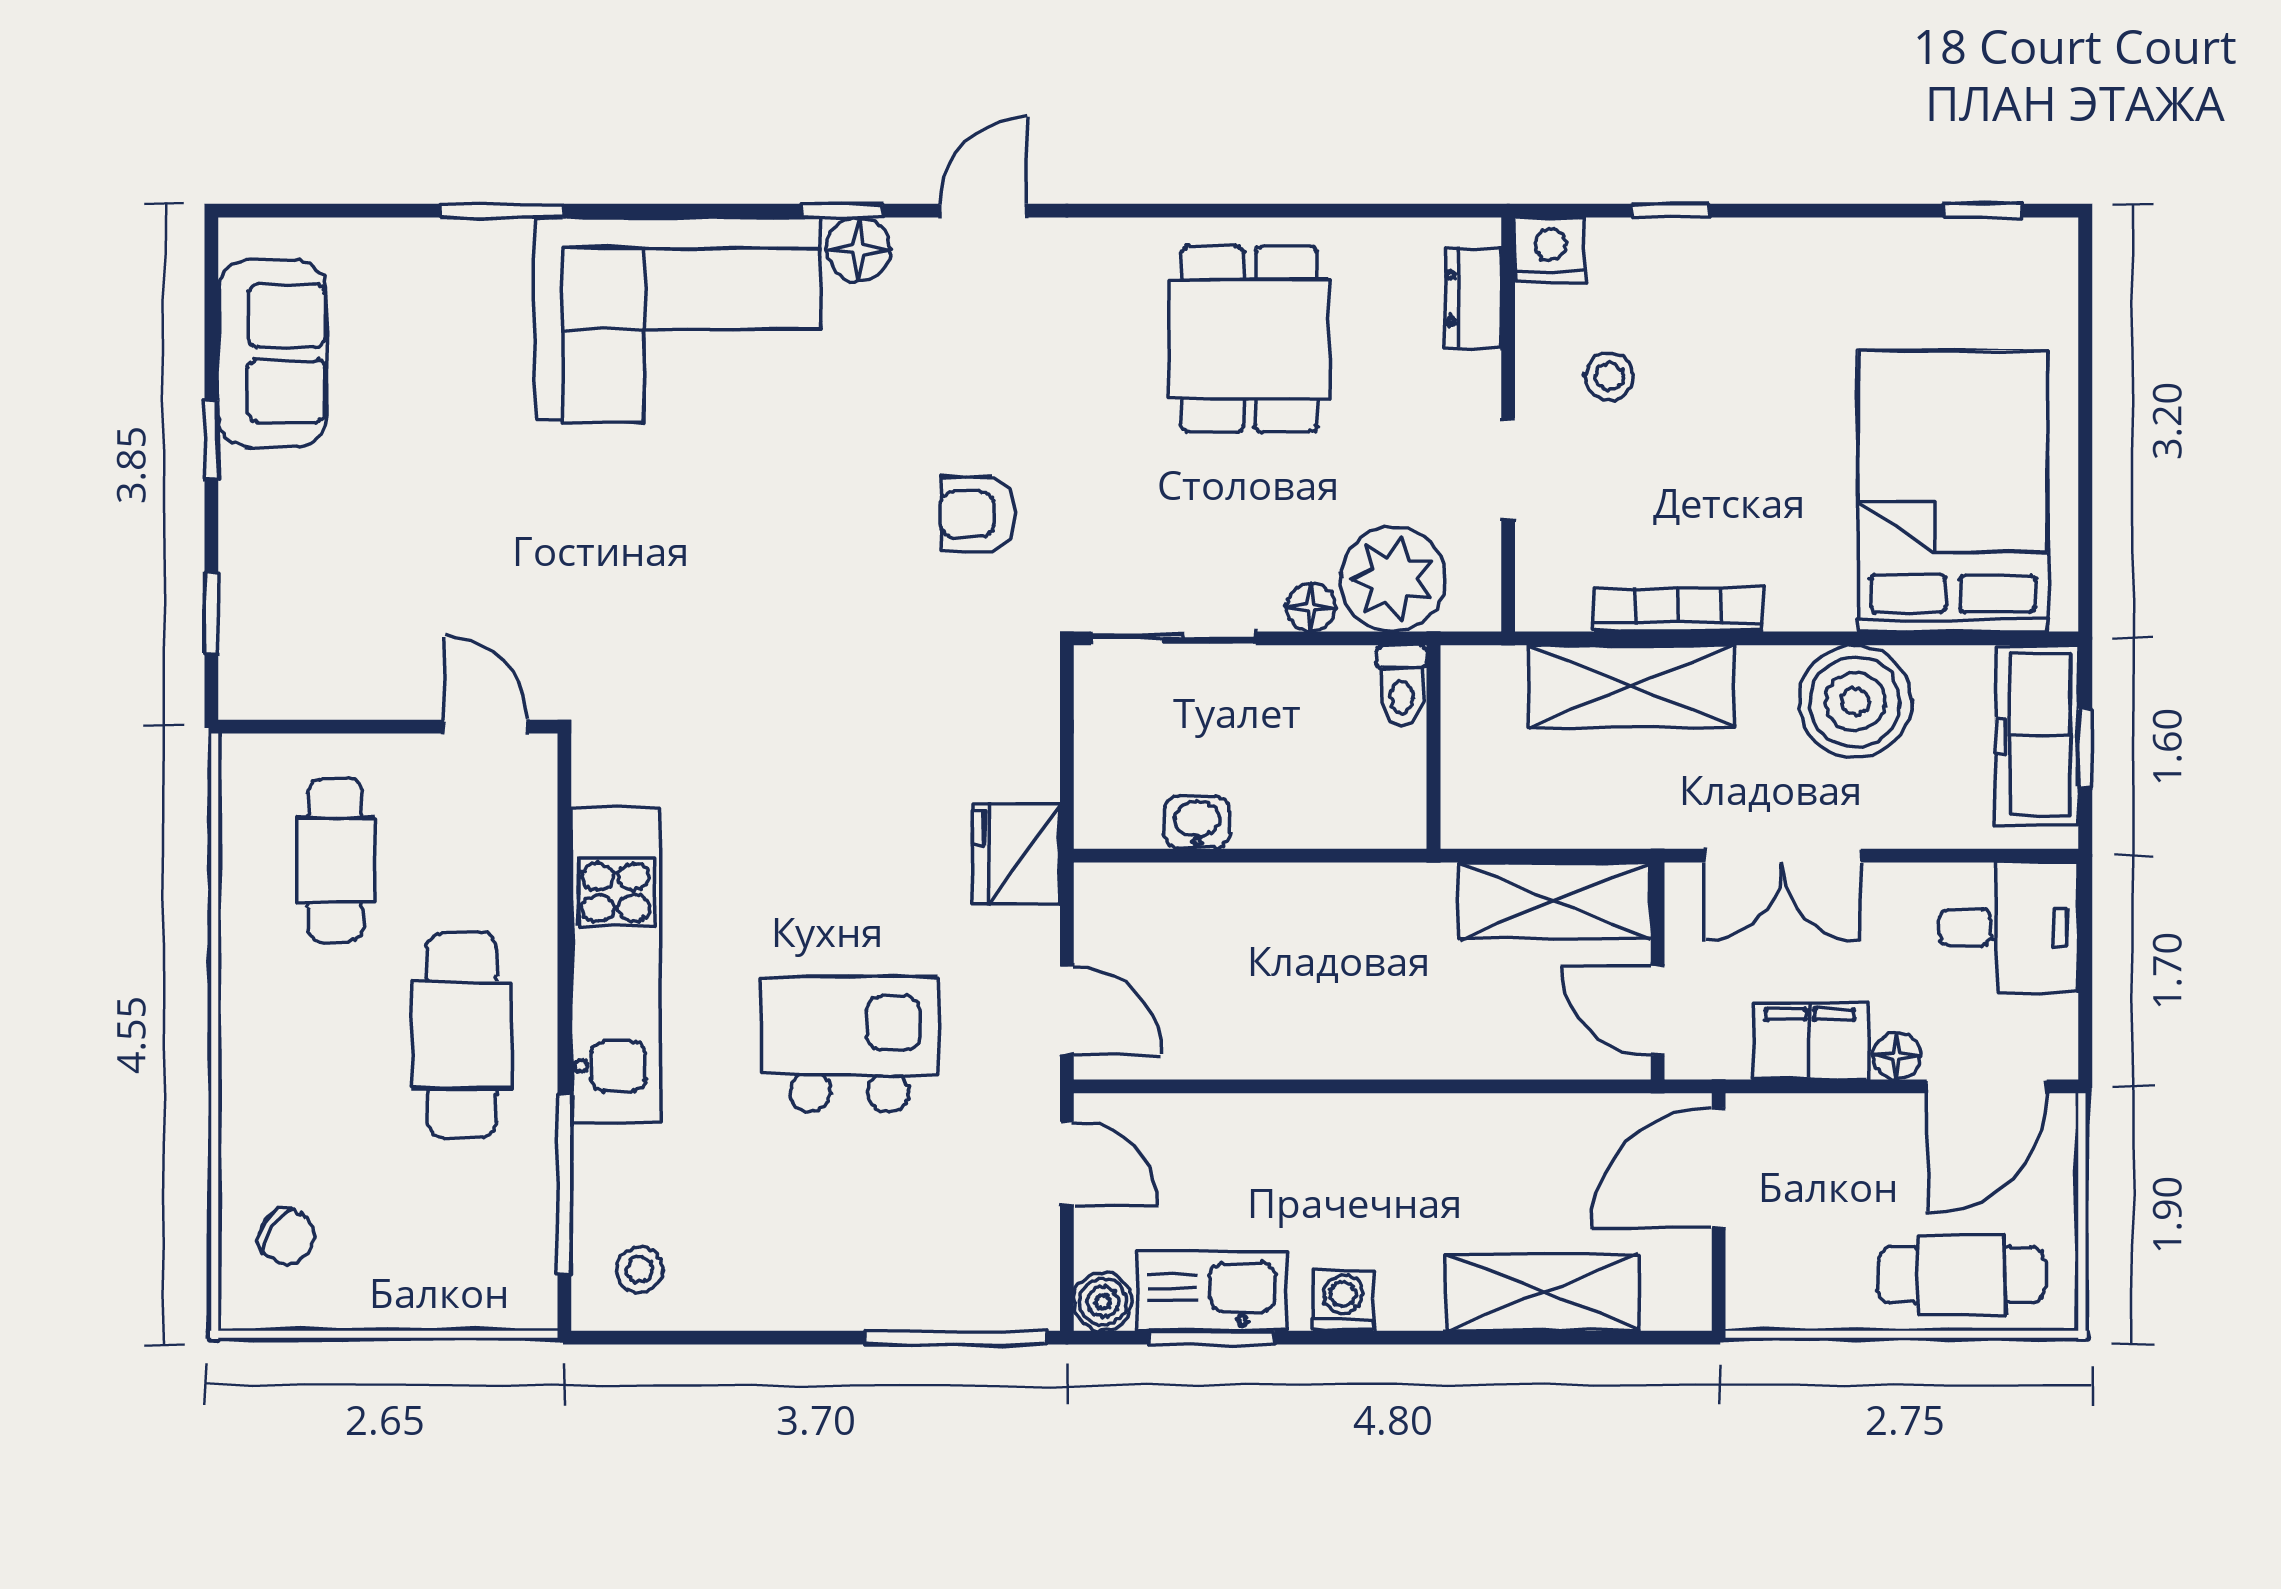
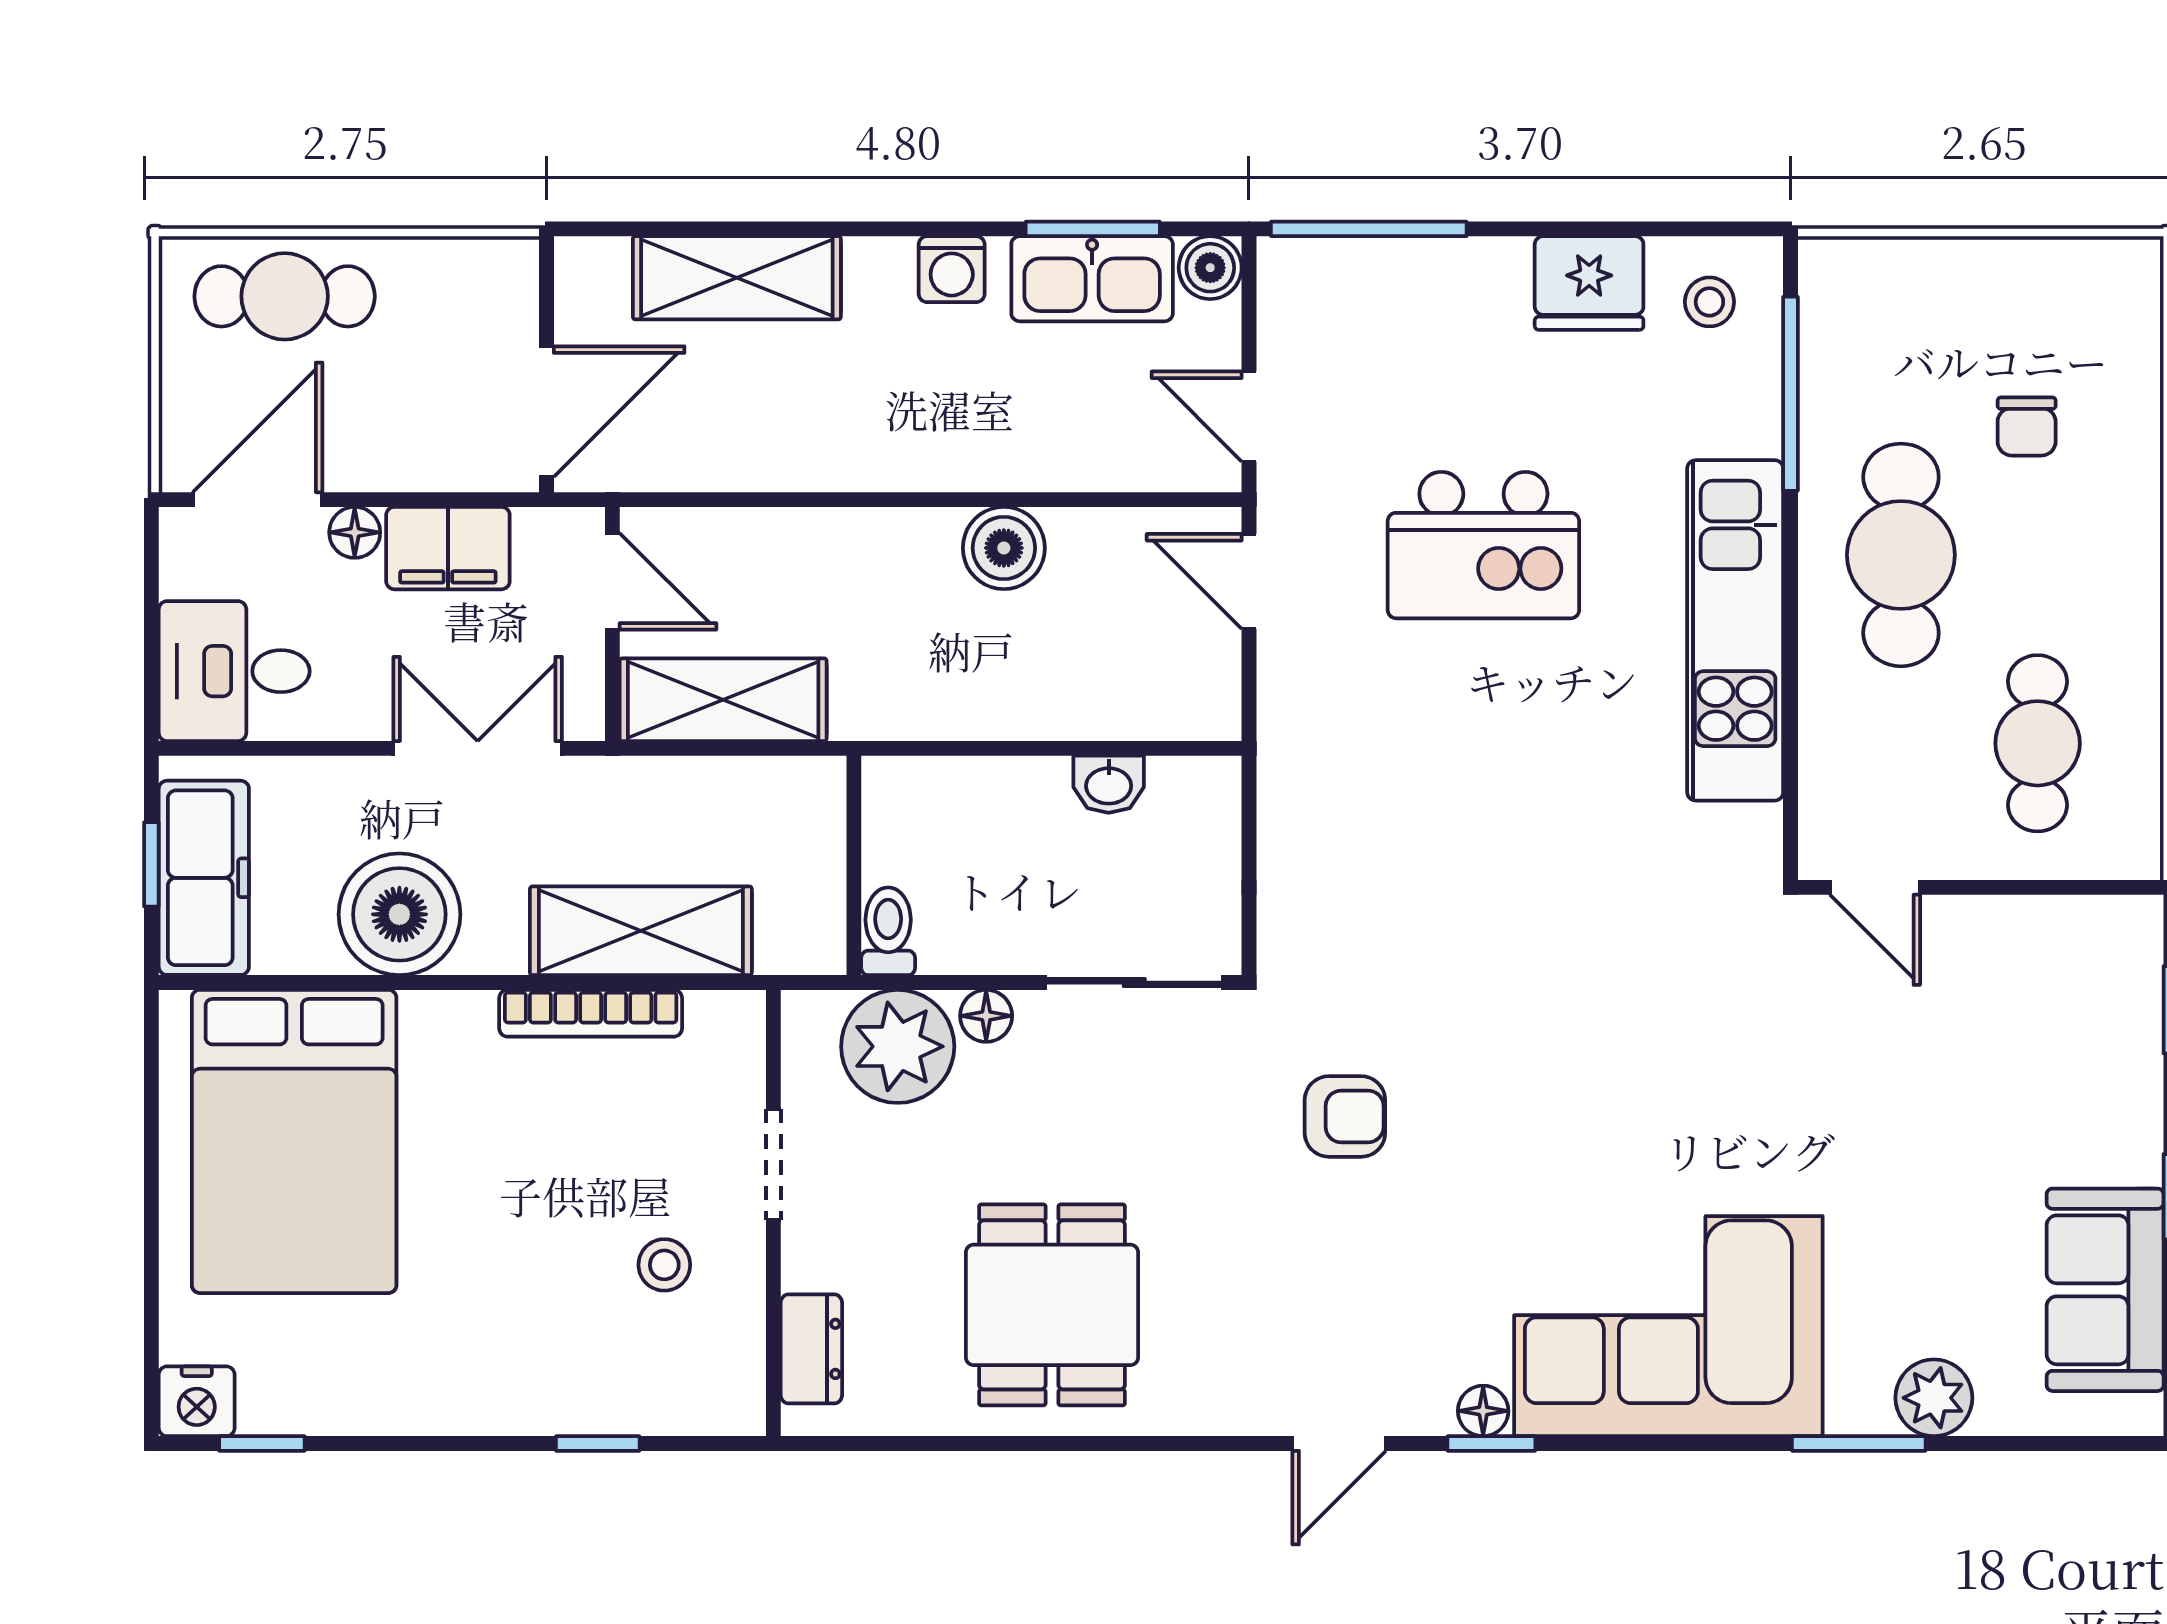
floor lamp: (858, 249) -> (1483, 1411), width x0.73, depth x0.73
nightstand: (1550, 250) -> (197, 1401), moved
plant: (431, 253) -> (1934, 1398), added
fridge: (1017, 854) -> (1589, 283), moved, turned 90
boiler: (1294, 1042) -> (1004, 548), added
chair: (287, 1237) -> (2027, 426), moved, turned -123

